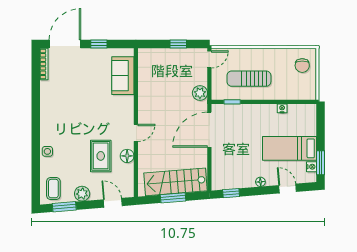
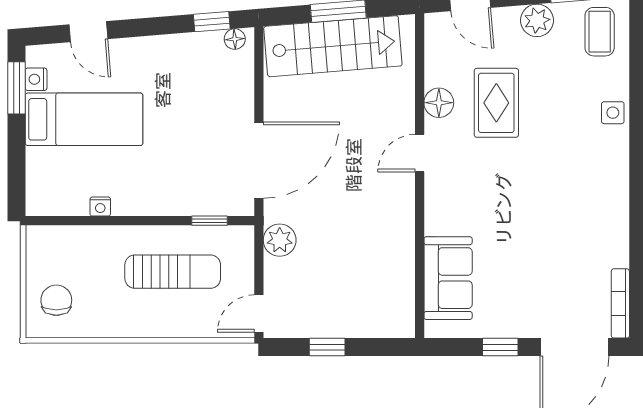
floor lamp: (260, 182) -> (235, 39), moved

